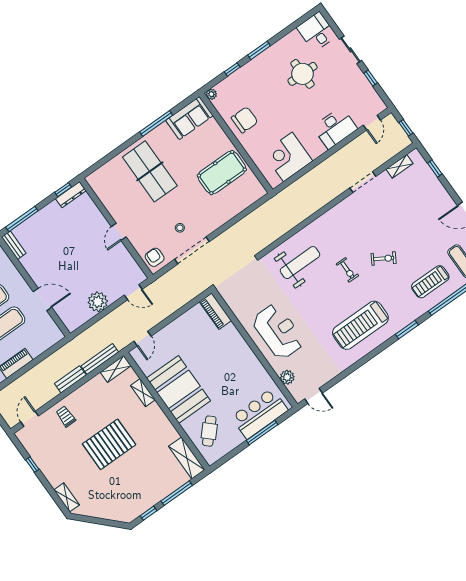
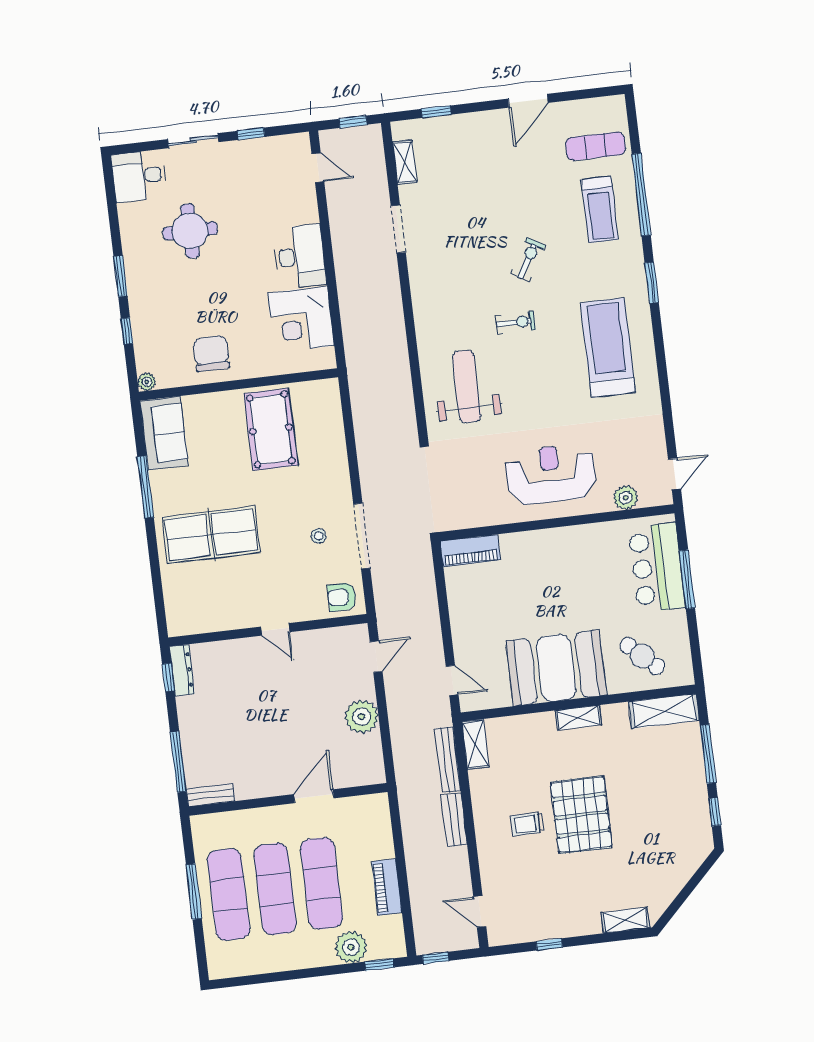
desk: (335, 128) -> (300, 257), moved
treadmill: (360, 325) -> (608, 348), turned 180
shelving: (143, 393) -> (578, 718), moved
trolley: (66, 416) -> (527, 824), moved

